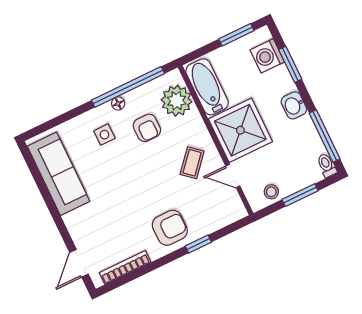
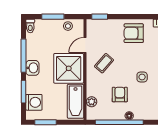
plant: (177, 101) -> (92, 102), width x0.53, depth x0.53
side table: (104, 135) -> (142, 77), moved
window: (325, 136) -> (24, 56), moved
door: (233, 176) -> (85, 45), swing flipped
window: (198, 244) -> (100, 17), moved

